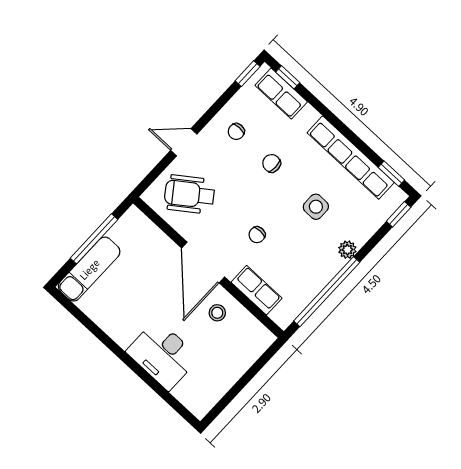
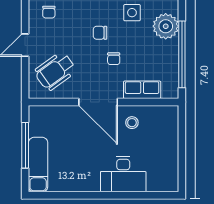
chair: (272, 163) -> (100, 33), moved
plant: (347, 250) -> (166, 26), width x1.88, depth x1.88

